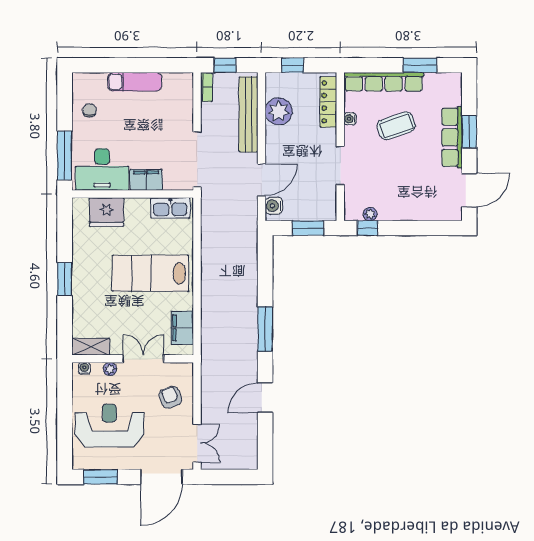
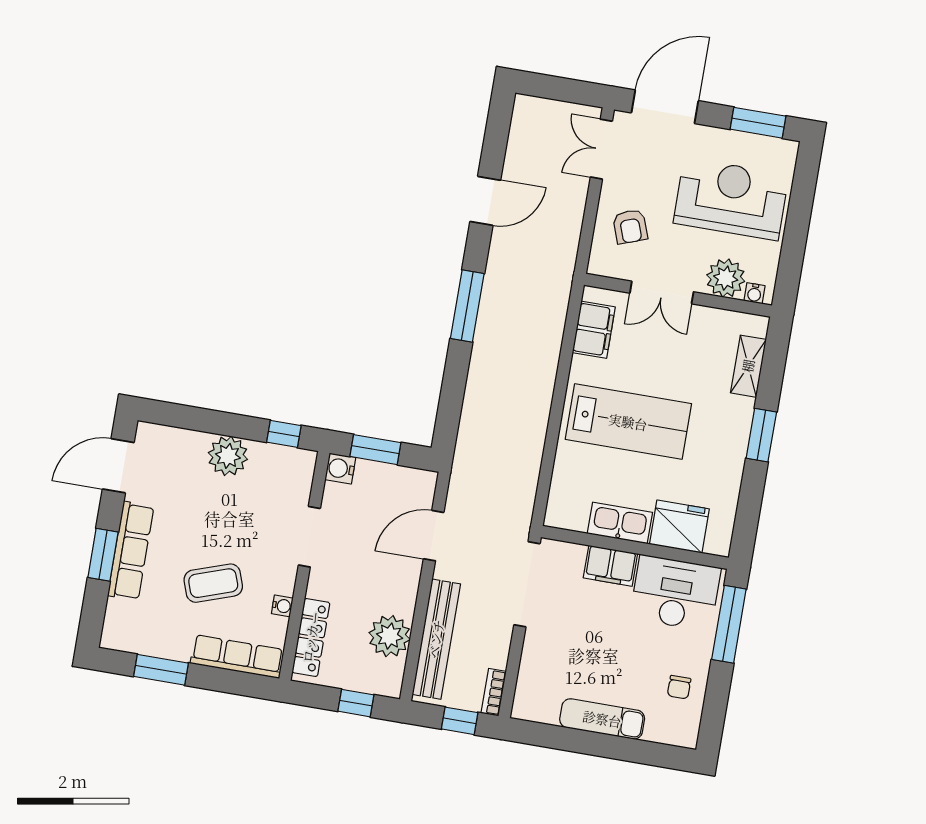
row of seats: (384, 82) -> (237, 657), width x0.73
water cooler: (274, 206) -> (340, 469), moved, turned 180
kitchen sink: (170, 208) -> (620, 523), moved
plant: (370, 214) -> (228, 456), moved, width x1.88, depth x1.88
shelving: (91, 347) -> (748, 366), moved, turned 90
plant: (110, 369) -> (726, 278), width x1.87, depth x1.87
reception desk: (109, 426) -> (731, 199), turned 180

